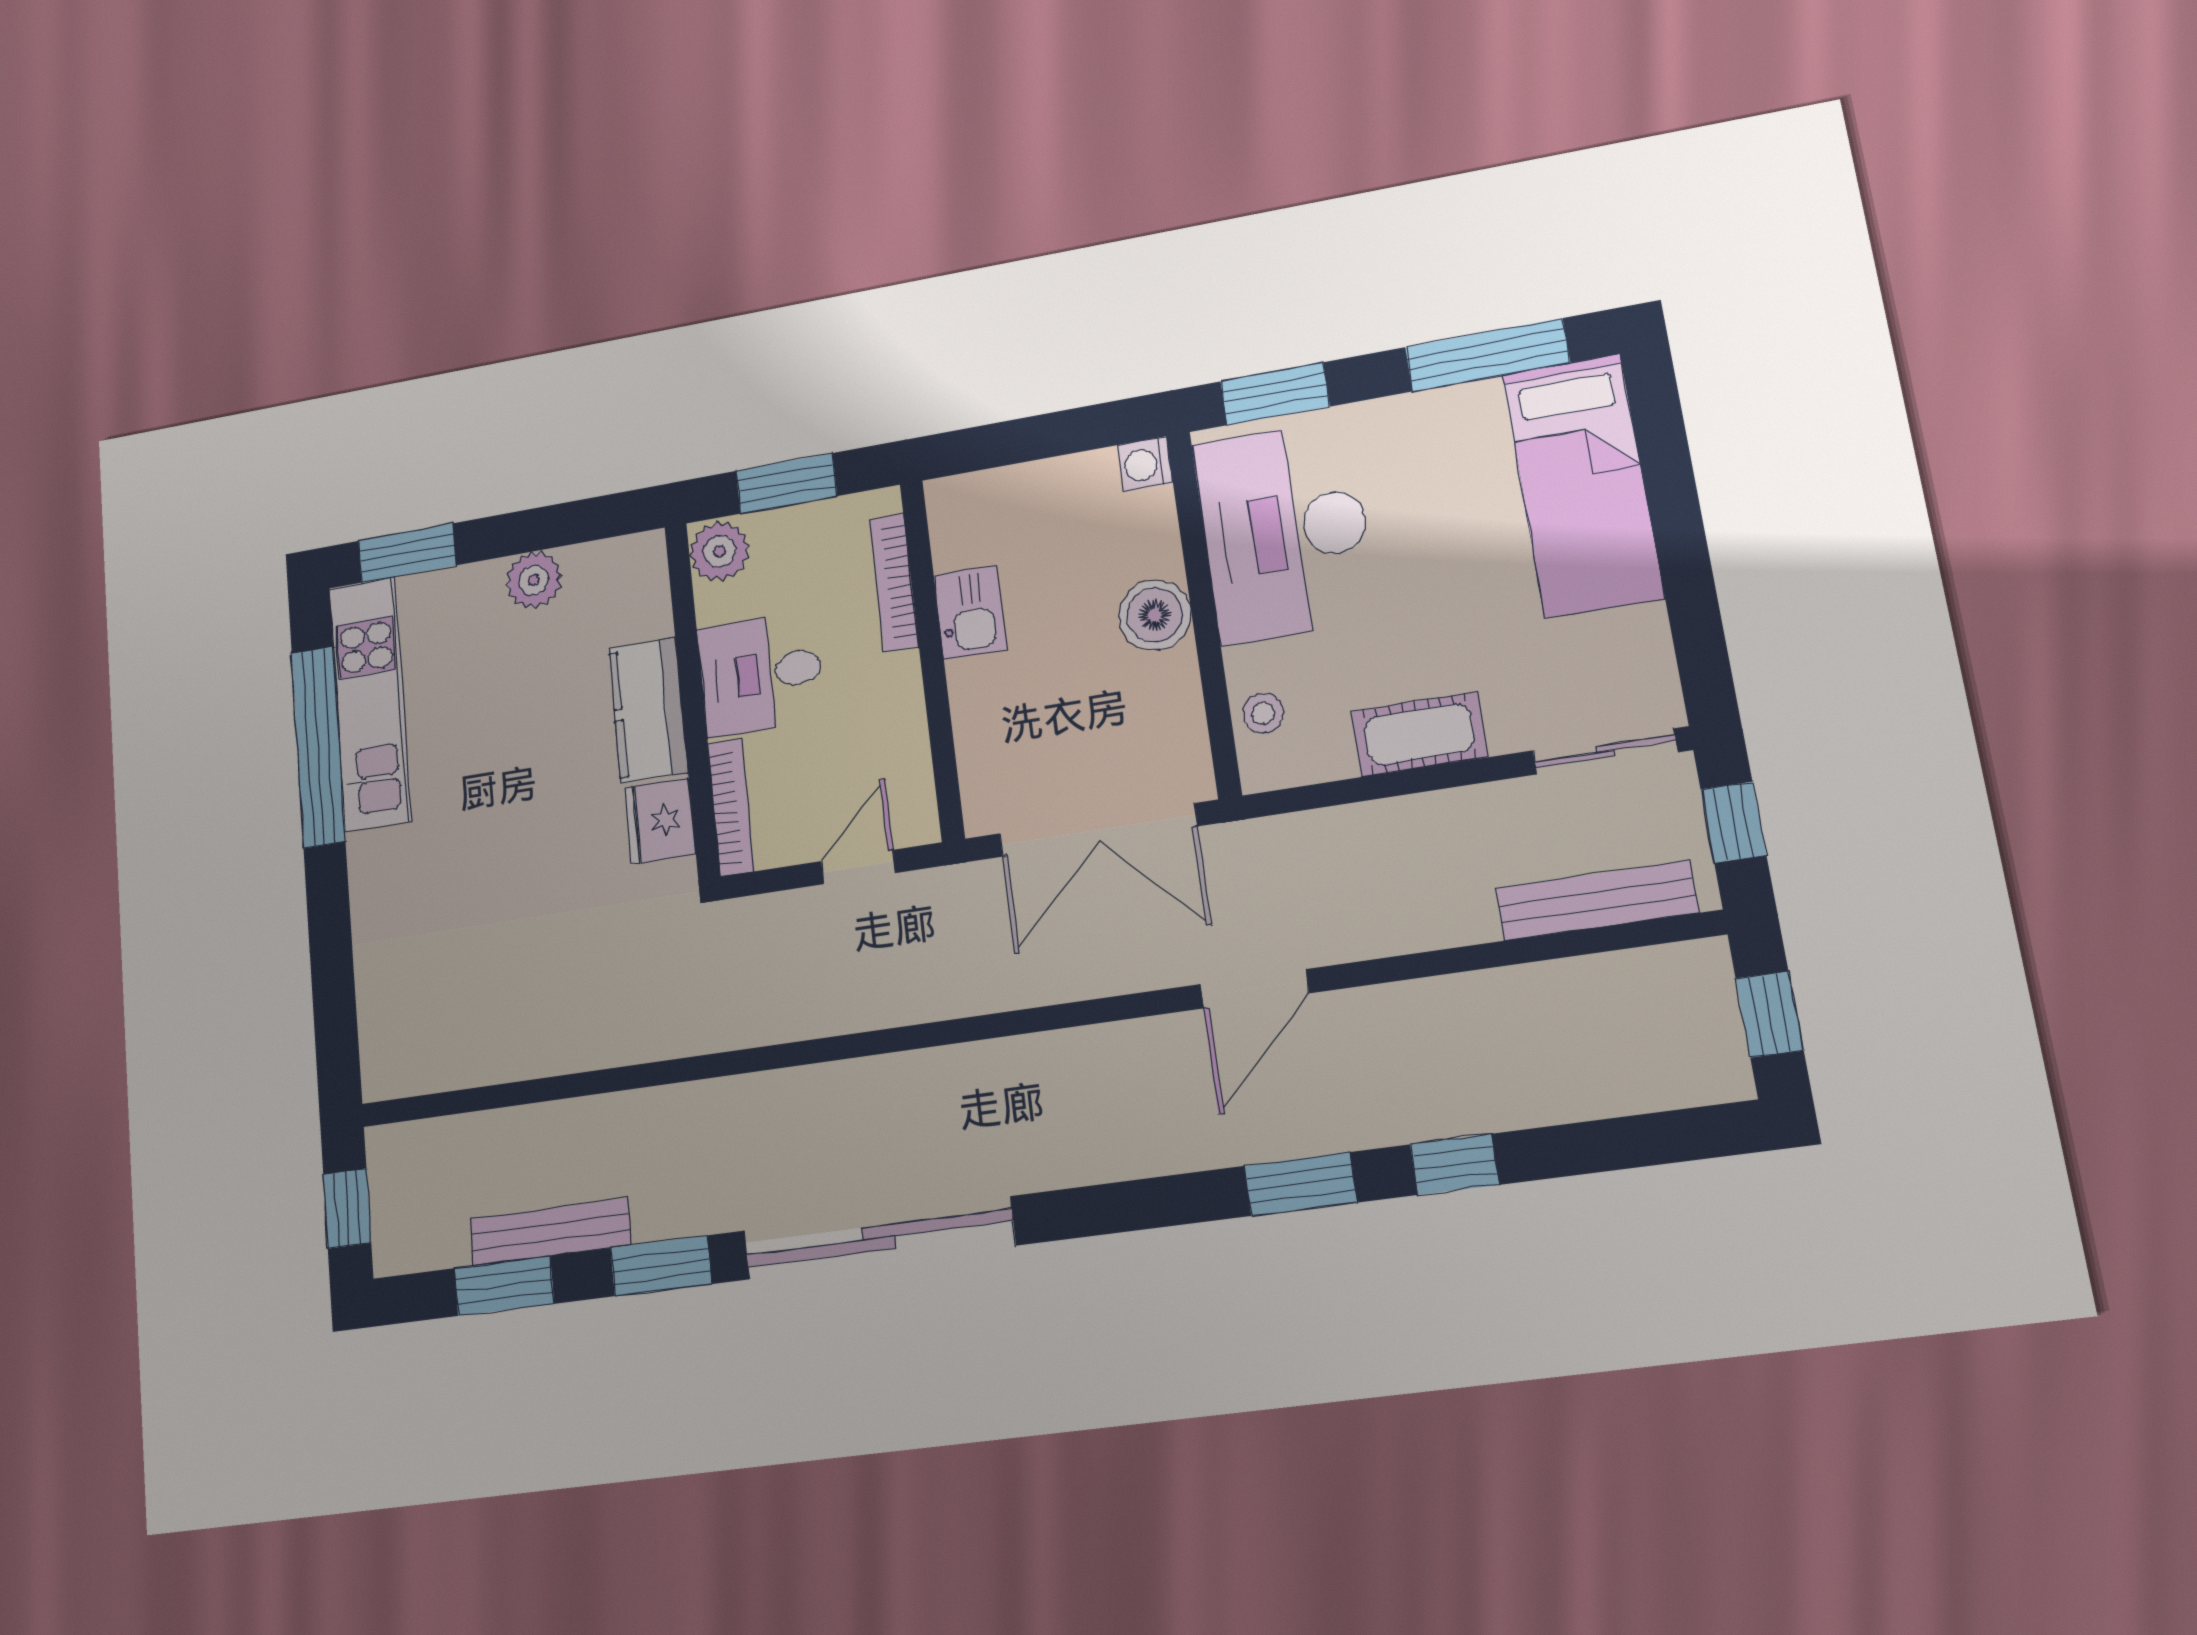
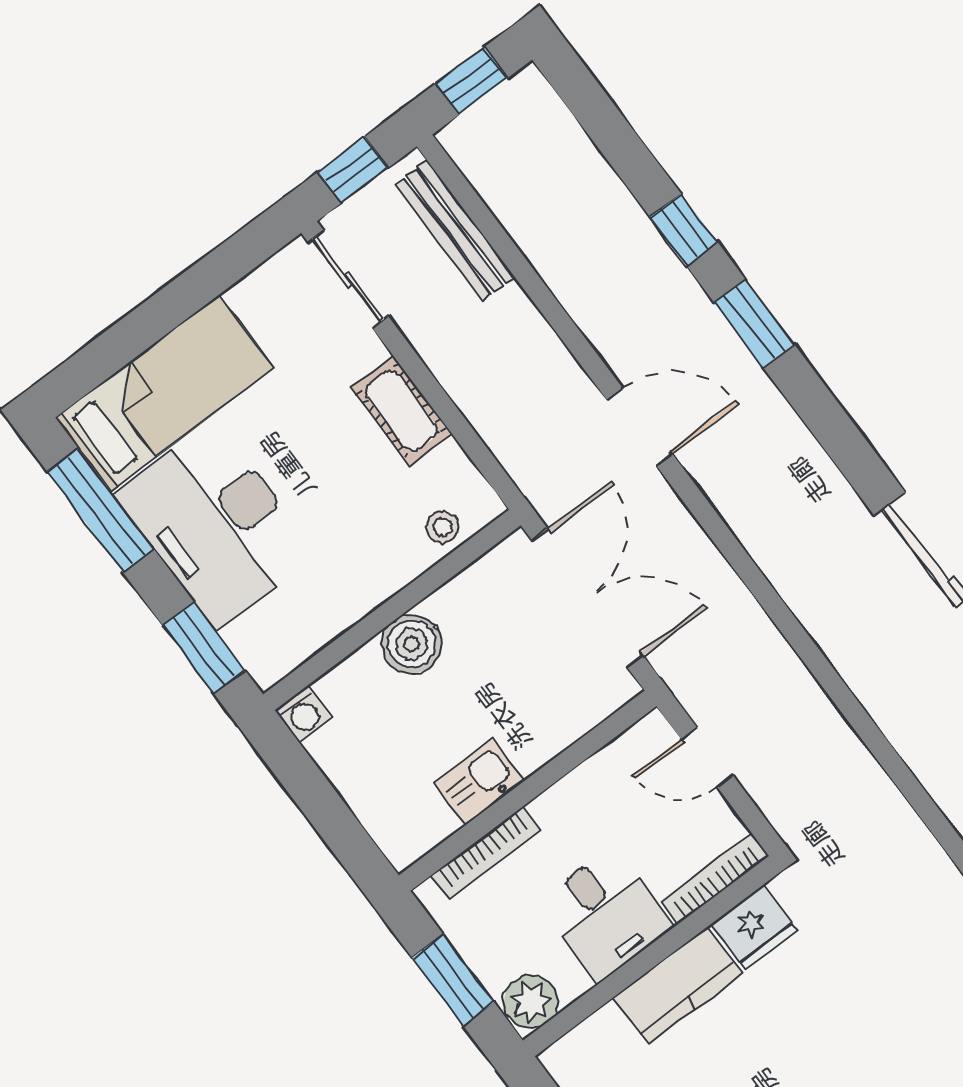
desk: (1285, 532) -> (216, 525), moved, turned 90

